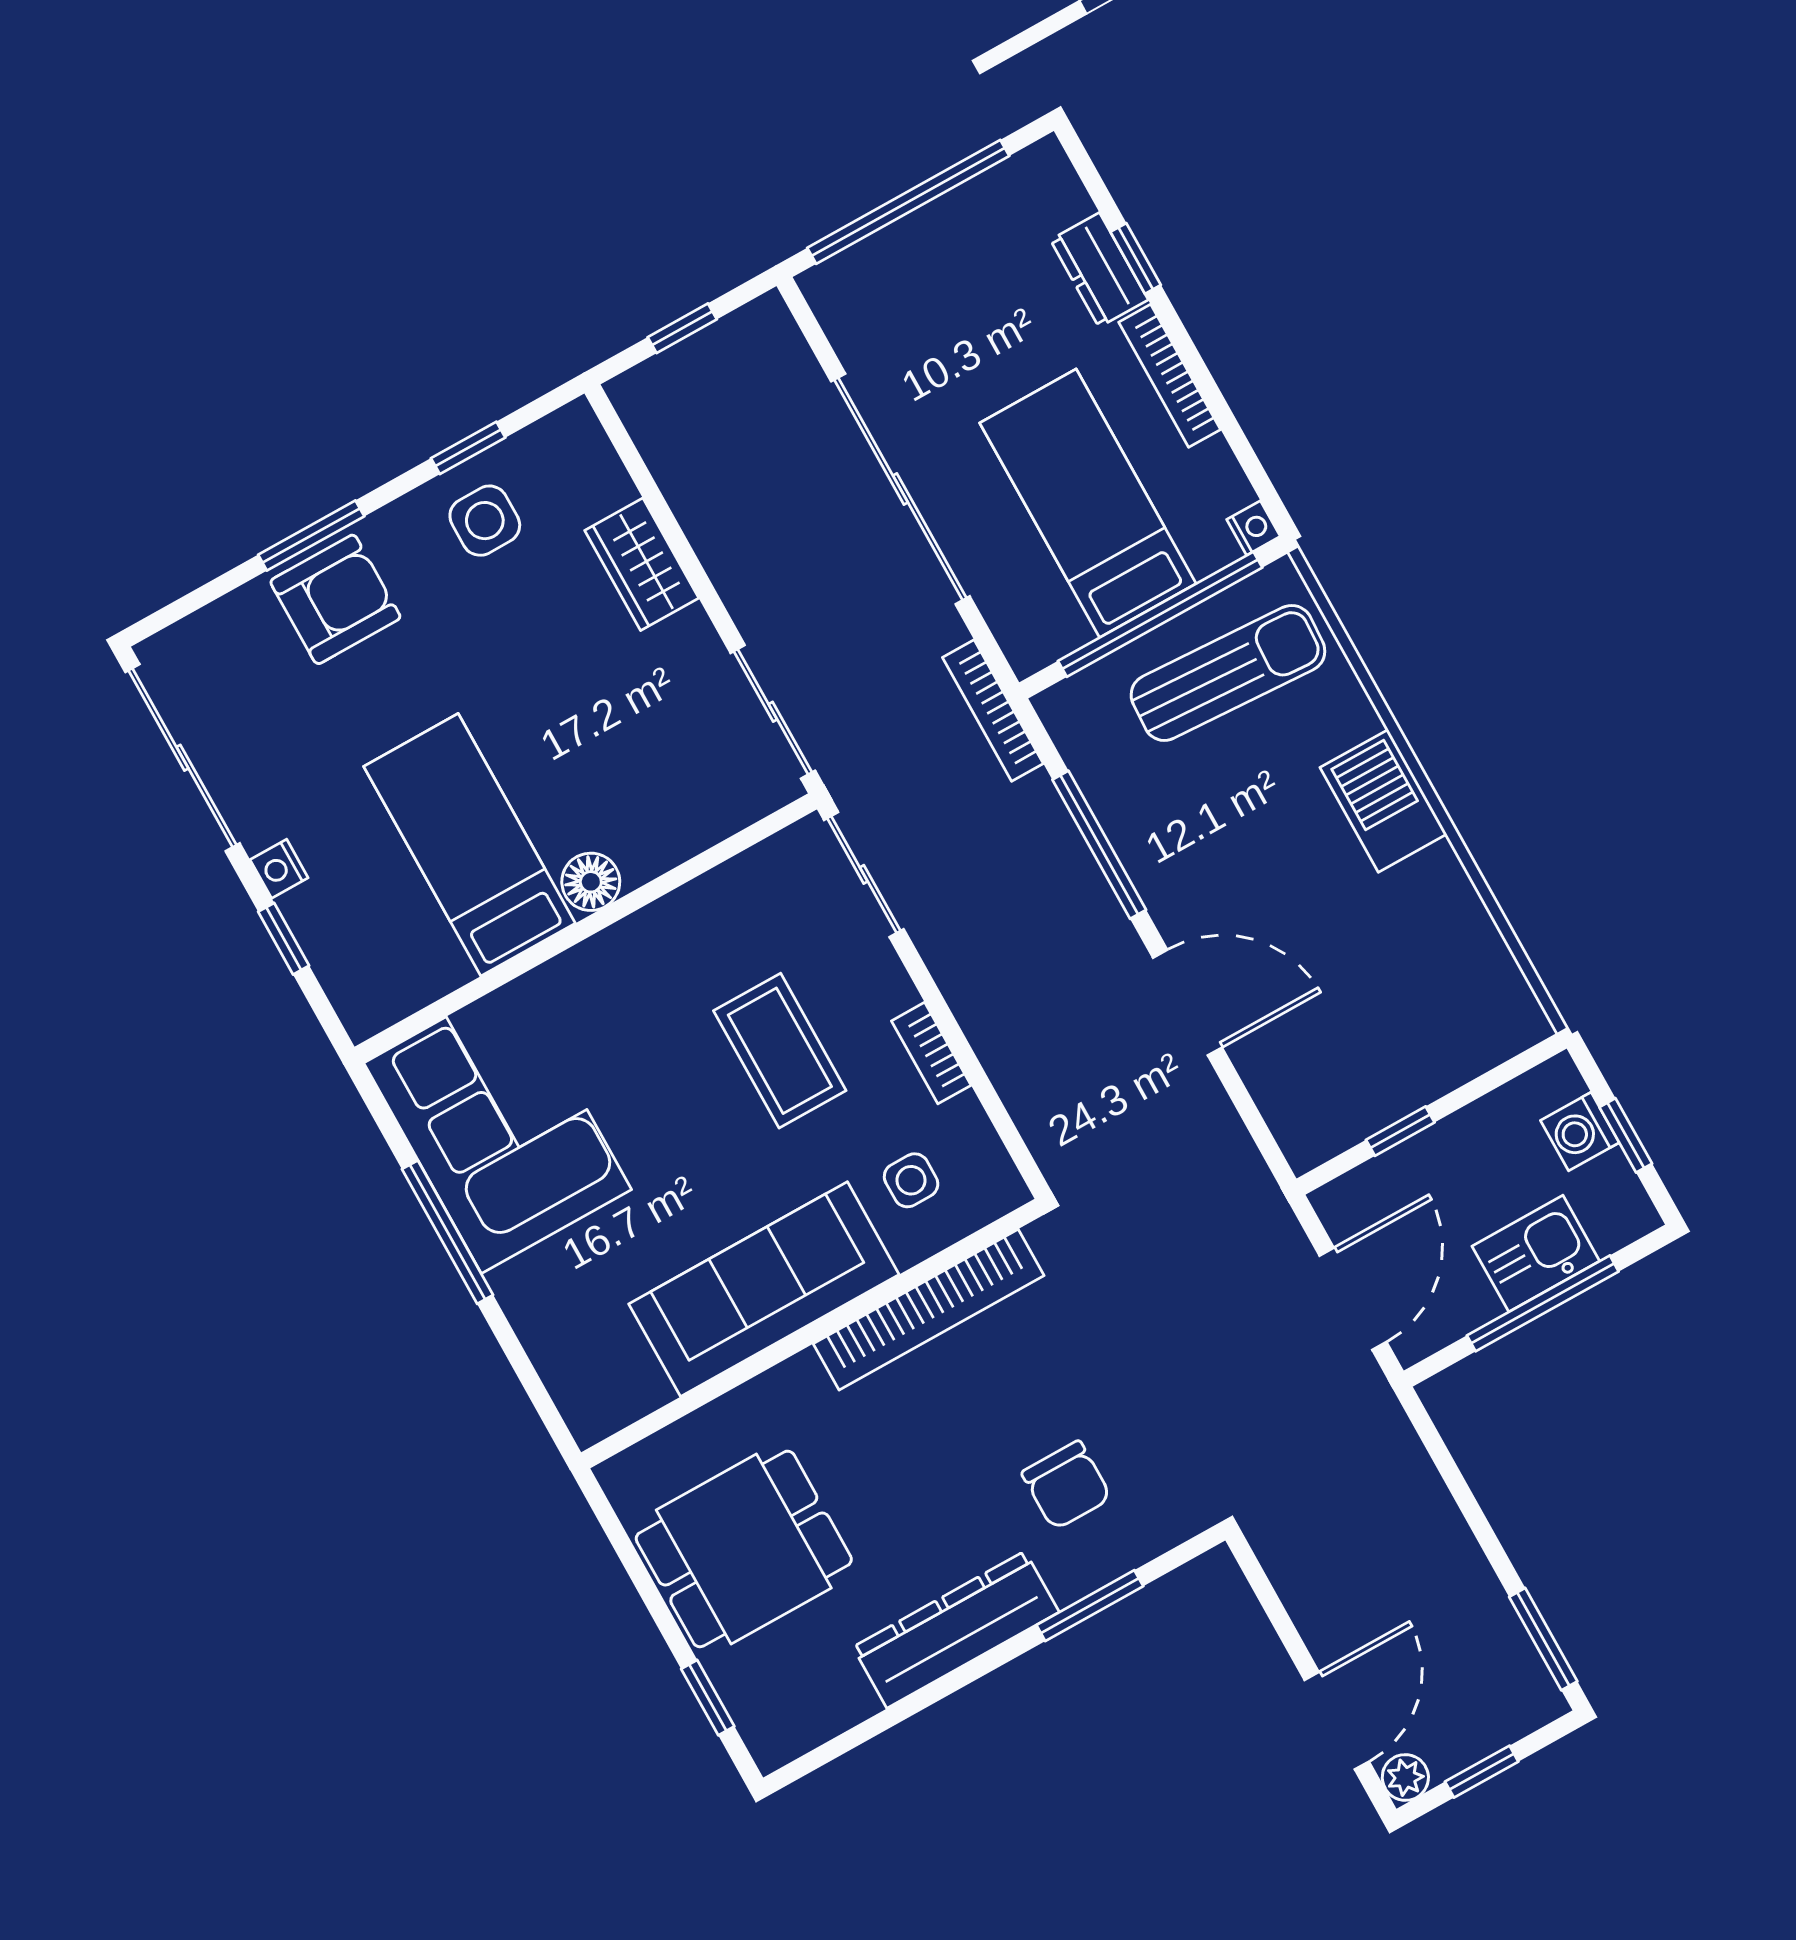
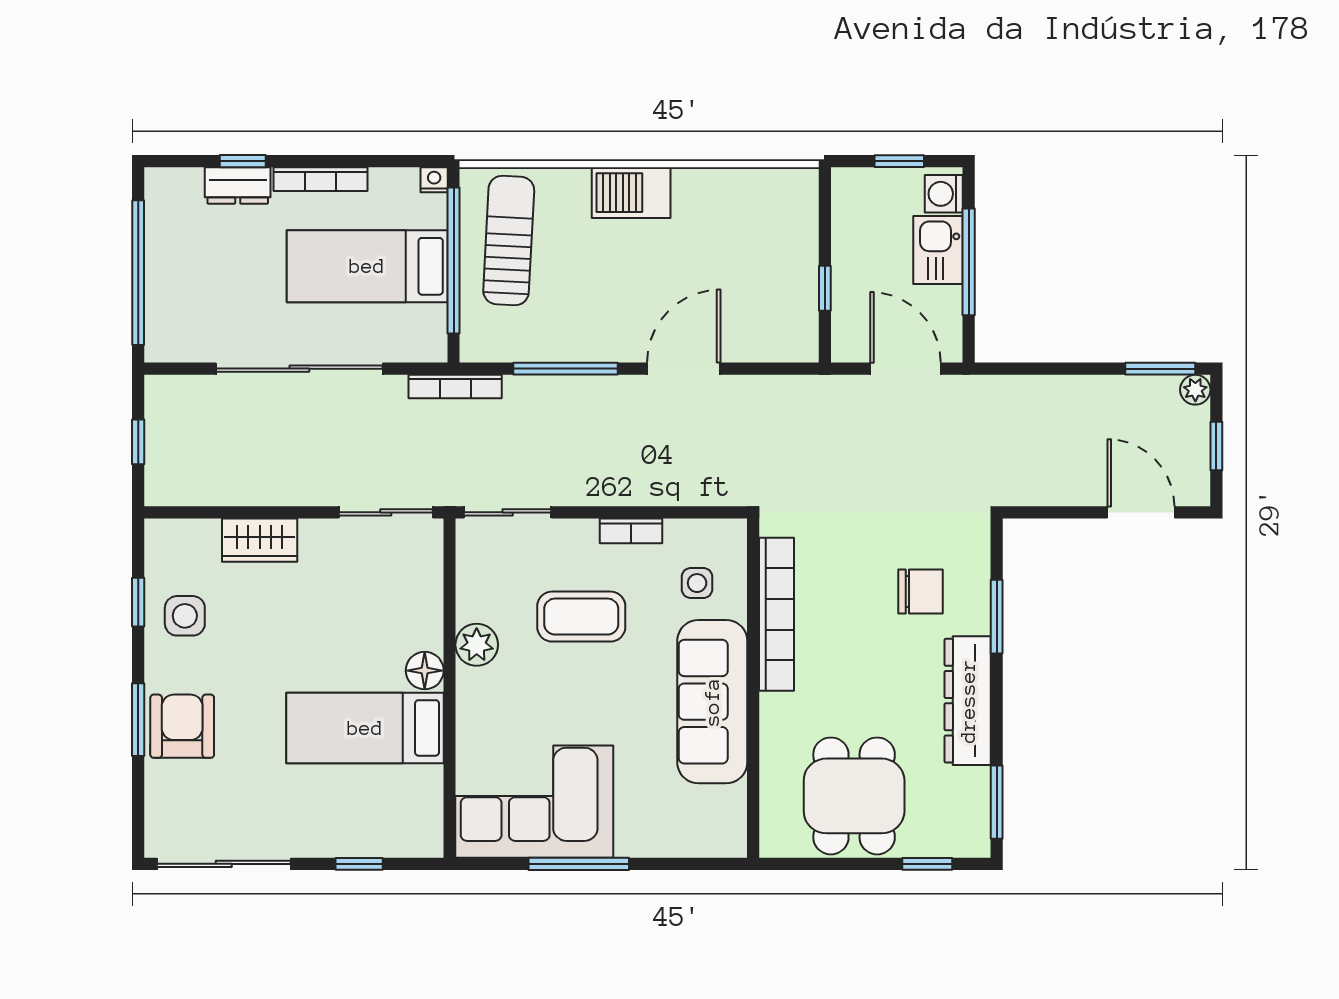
nightstand: (279, 869) -> (318, 844), removed
plant: (664, 932) -> (477, 645), added
washing machine: (1580, 1131) -> (944, 194), moved, turned 90
window: (842, 1744) -> (997, 802), added
plant: (1405, 1777) -> (1195, 390), moved

